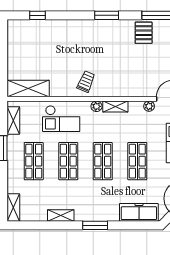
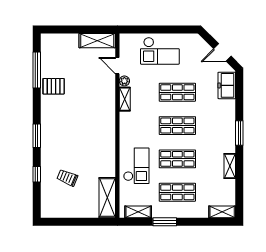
window: (37, 15) -> (37, 174), moved
window: (107, 15) -> (37, 136), moved
trolley: (86, 82) -> (67, 178), moved
plant: (96, 106) -> (124, 132), removed
shelving: (115, 107) -> (125, 99), moved
freezer: (139, 212) -> (227, 85), width x0.71

